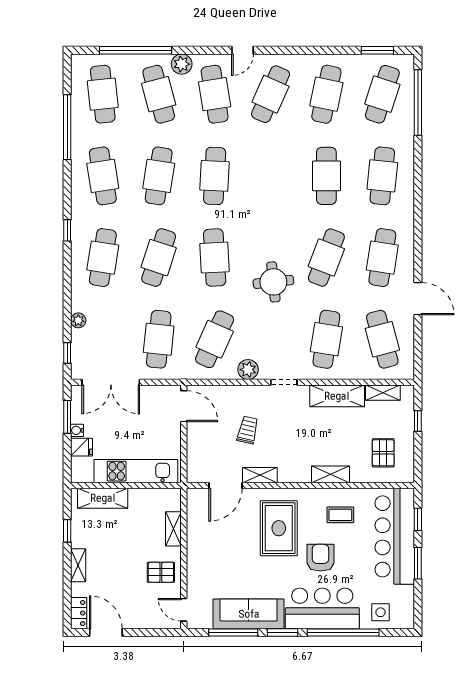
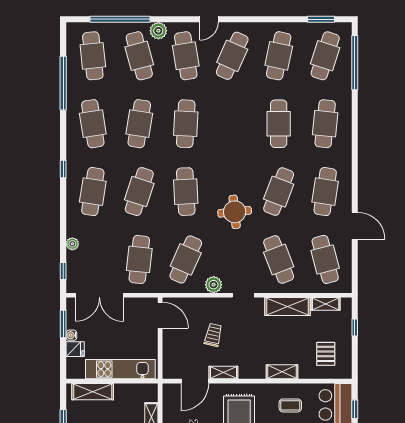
cafe table: (326, 339) -> (279, 259), turned -30

